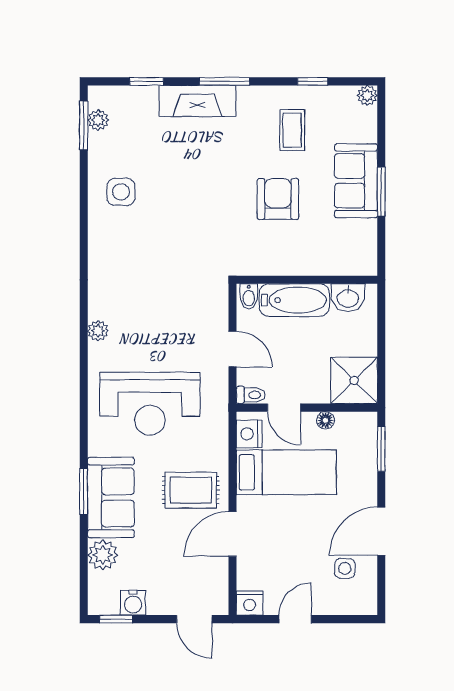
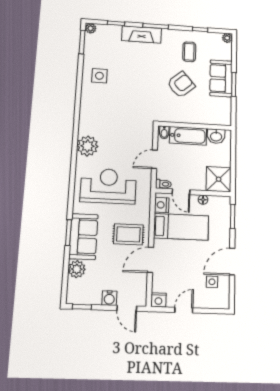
plant: (98, 120) -> (91, 28), moved
armchair: (278, 199) -> (181, 85), turned 49
plant: (98, 331) -> (87, 146), width x1.88, depth x1.88
door: (232, 349) -> (154, 159), swing flipped
reception desk: (150, 404) -> (108, 186), turned 180
water cooler: (133, 603) -> (109, 298), moved

